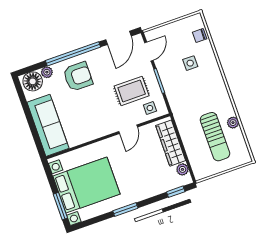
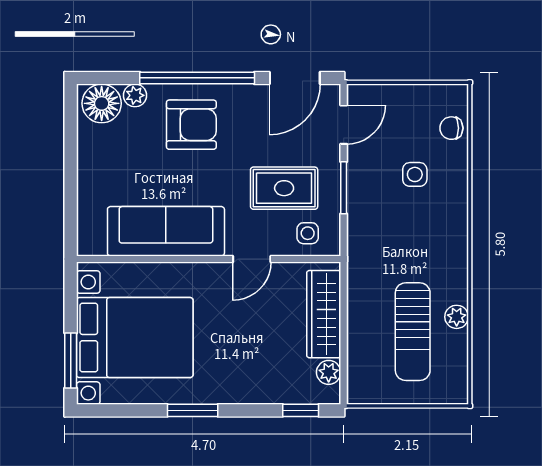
sofa: (48, 125) -> (166, 231), moved, turned -90

